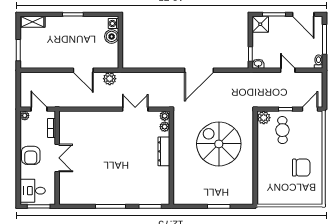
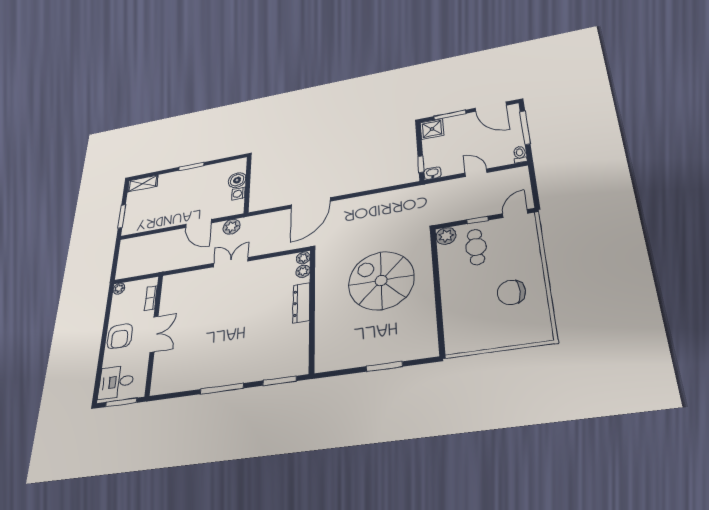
washing machine: (113, 23) -> (238, 194), moved
door: (199, 70) -> (311, 203), moved
door: (39, 109) -> (138, 278), removed
double door: (135, 109) -> (231, 262), moved
chair: (301, 168) -> (511, 292), turned 180

